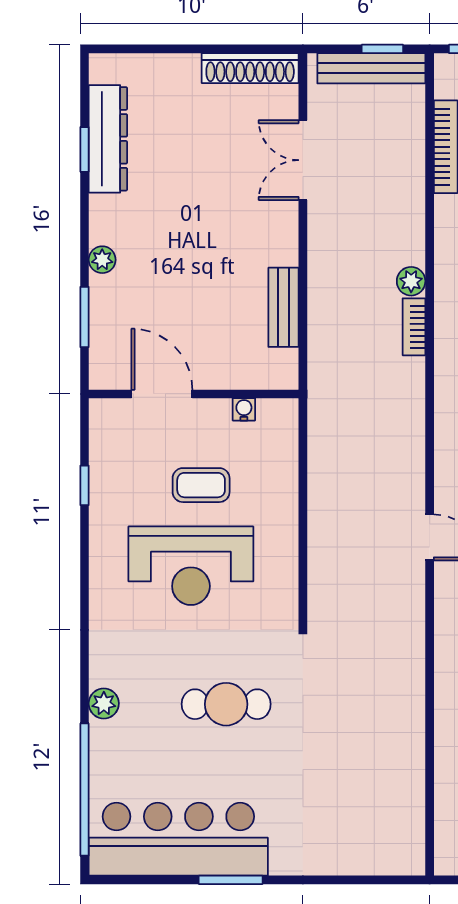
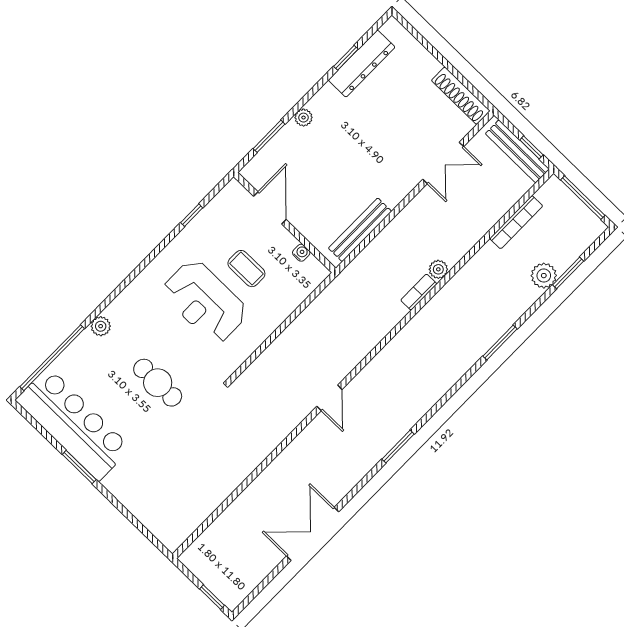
double door: (303, 160) -> (443, 163), swing flipped
bench: (283, 307) -> (360, 230), width x1.36

